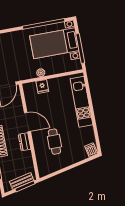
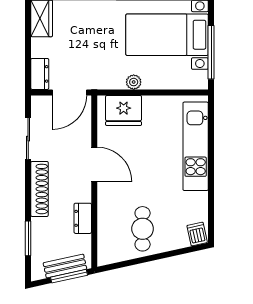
fridge: (42, 86) -> (124, 111), width x1.88, depth x1.34
dresser: (25, 142) -> (83, 218), moved
cafe table: (54, 142) -> (143, 229), moved

